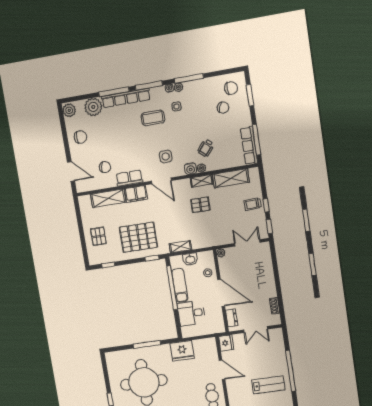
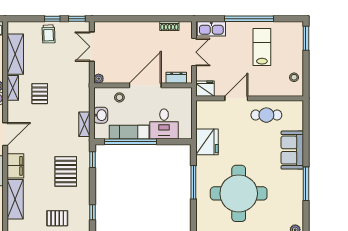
pallet: (138, 237) -> (66, 171), width x0.73, depth x0.71
kitchen sink: (278, 341) -> (211, 29), added

